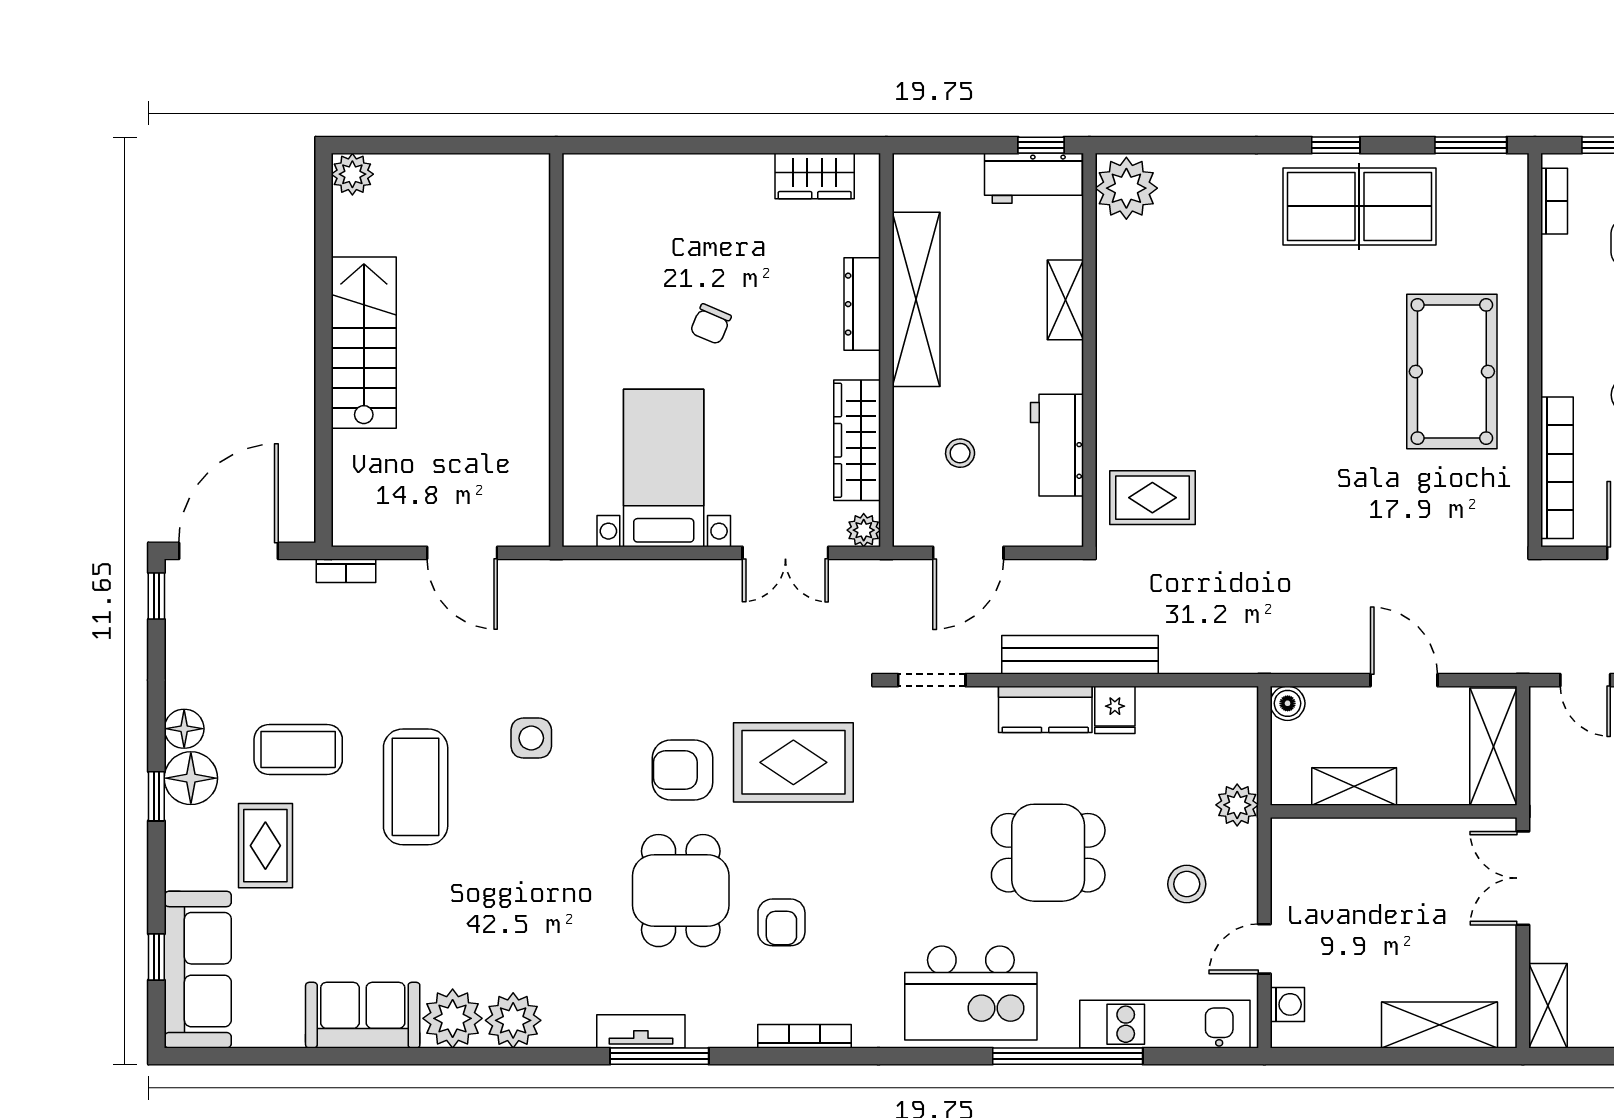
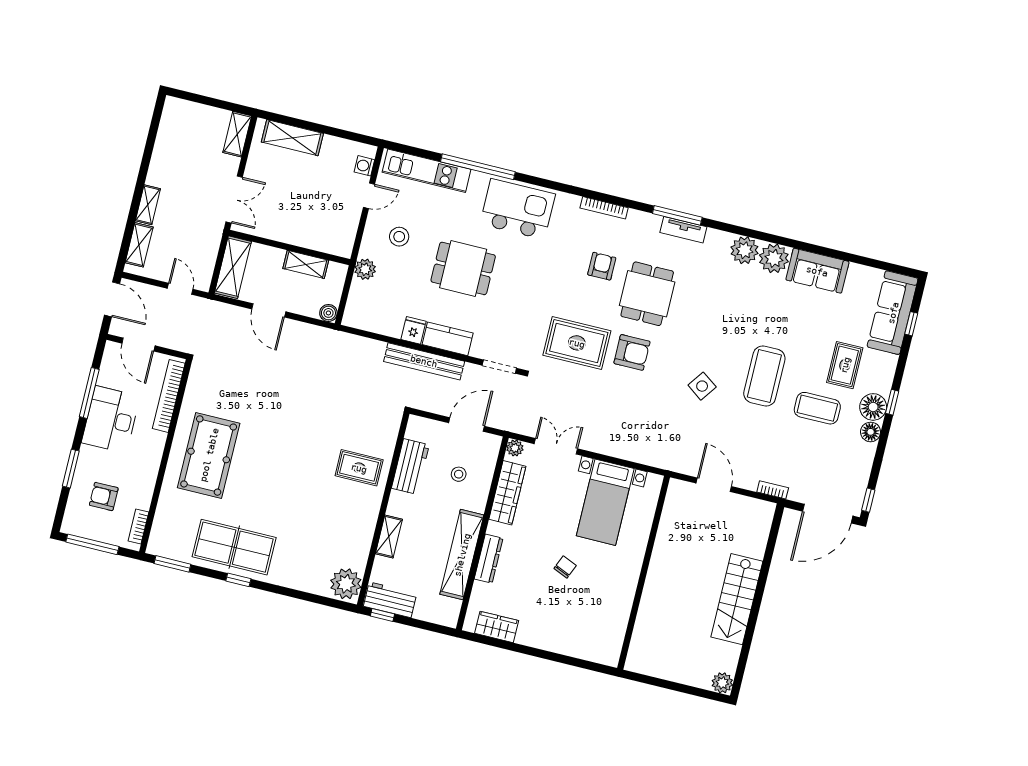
rug: (1152, 498) -> (359, 468), moved
side table: (531, 738) -> (702, 386), turned 36

